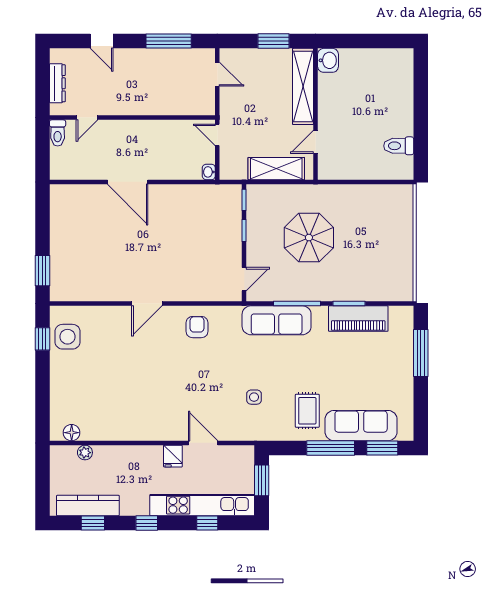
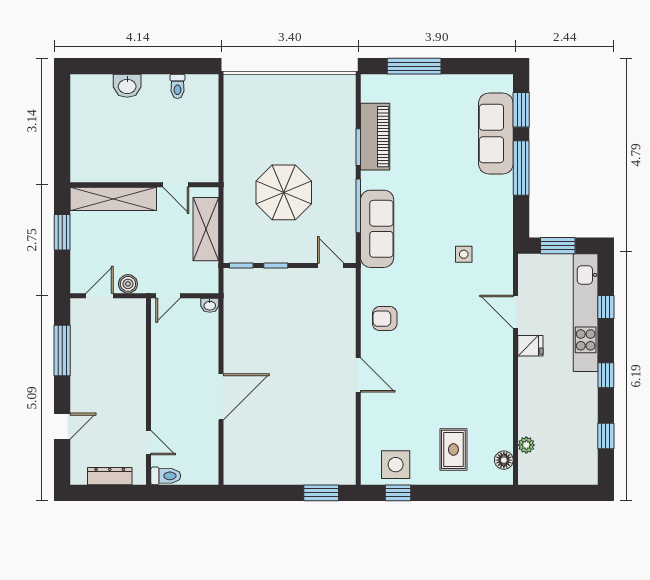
washbasin: (328, 60) -> (127, 86), moved, turned 180
boiler: (228, 99) -> (128, 284), added
toilet: (399, 146) -> (177, 86), width x0.73, depth x0.72
rug: (307, 411) -> (453, 449), moved, turned 90
door: (203, 443) -> (516, 312), hinge flipped
kitchen counter: (88, 506) -> (586, 442), removed

